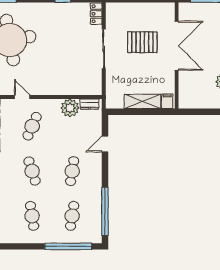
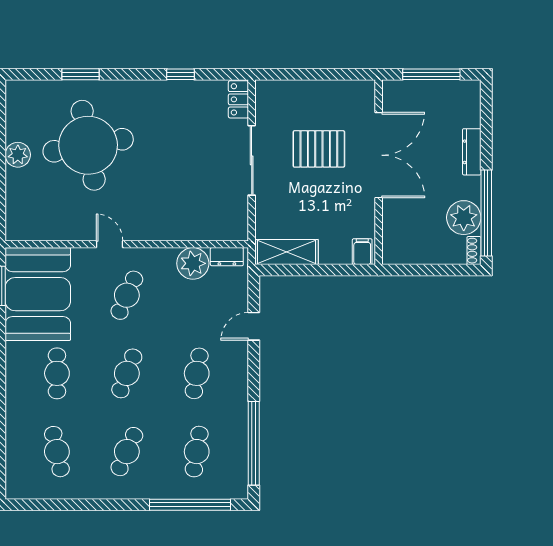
shelving: (142, 101) -> (287, 252), moved
cafe table: (32, 171) -> (127, 373), turned 39
cafe table: (32, 216) -> (127, 452), turned 33

